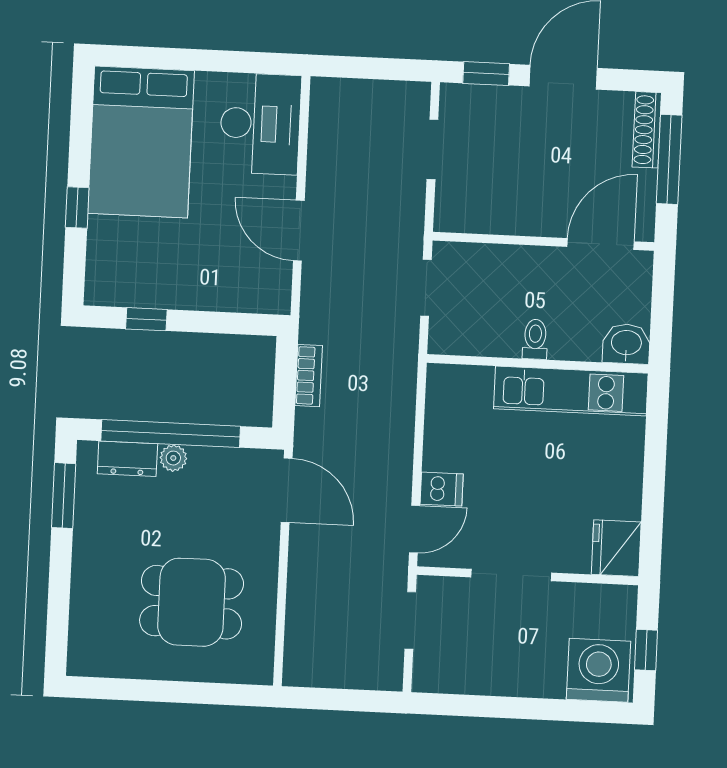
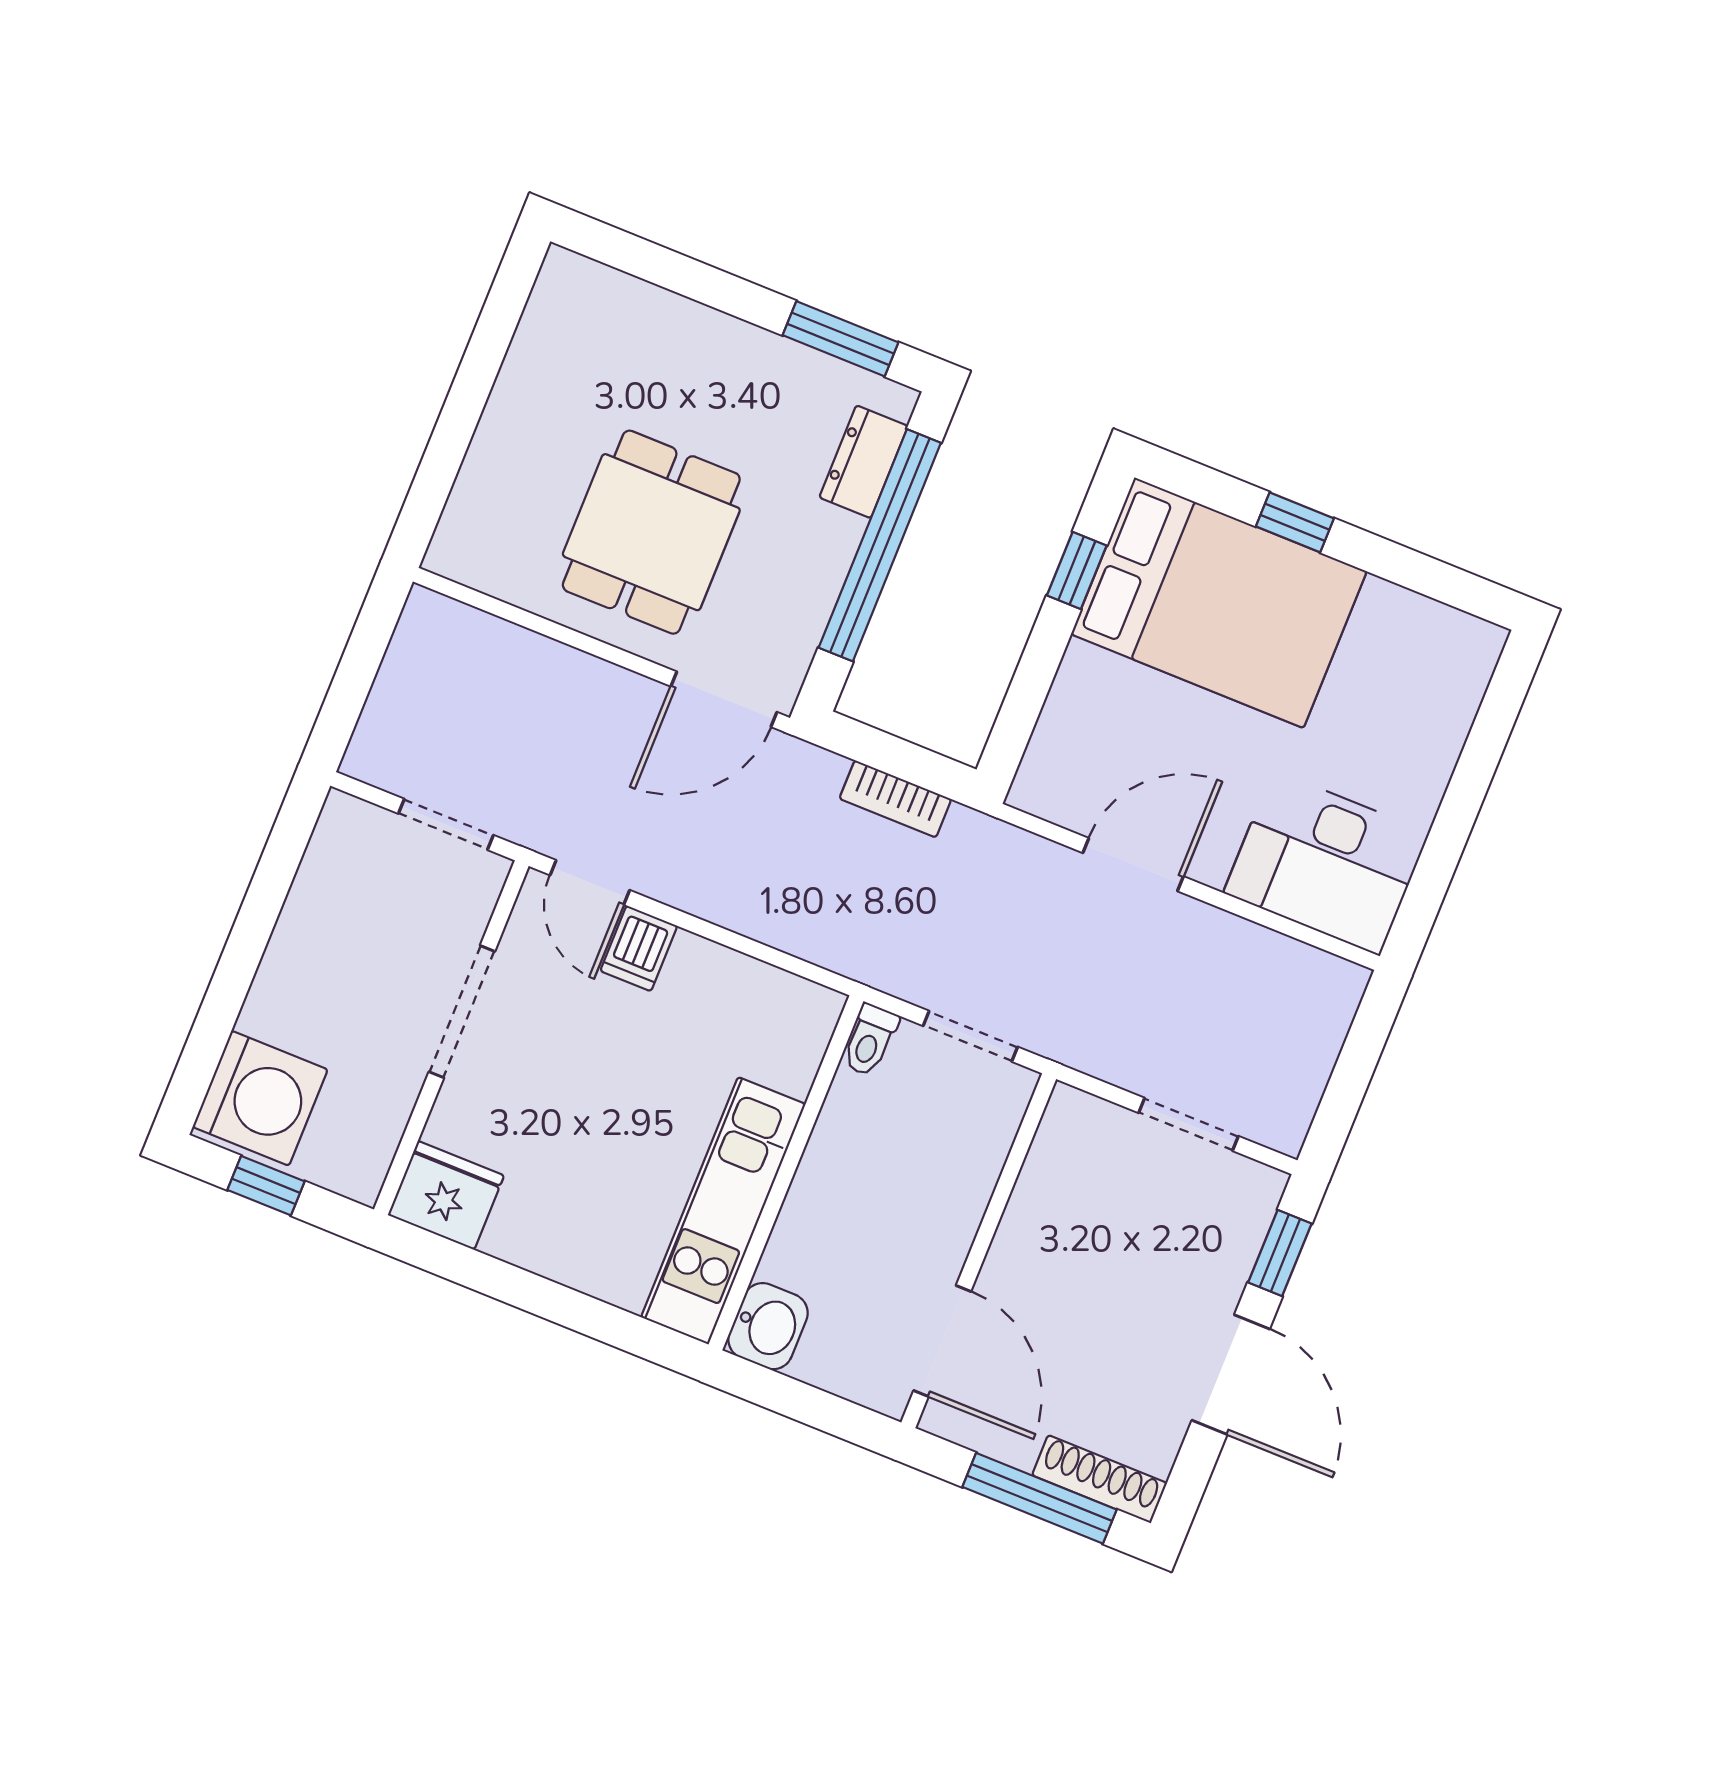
bed: (141, 142) -> (1219, 603), moved, turned 180
toilet: (535, 339) -> (870, 1040), moved, turned 90
plant: (173, 458) -> (839, 536), removed
dining table: (192, 602) -> (651, 532), moved

